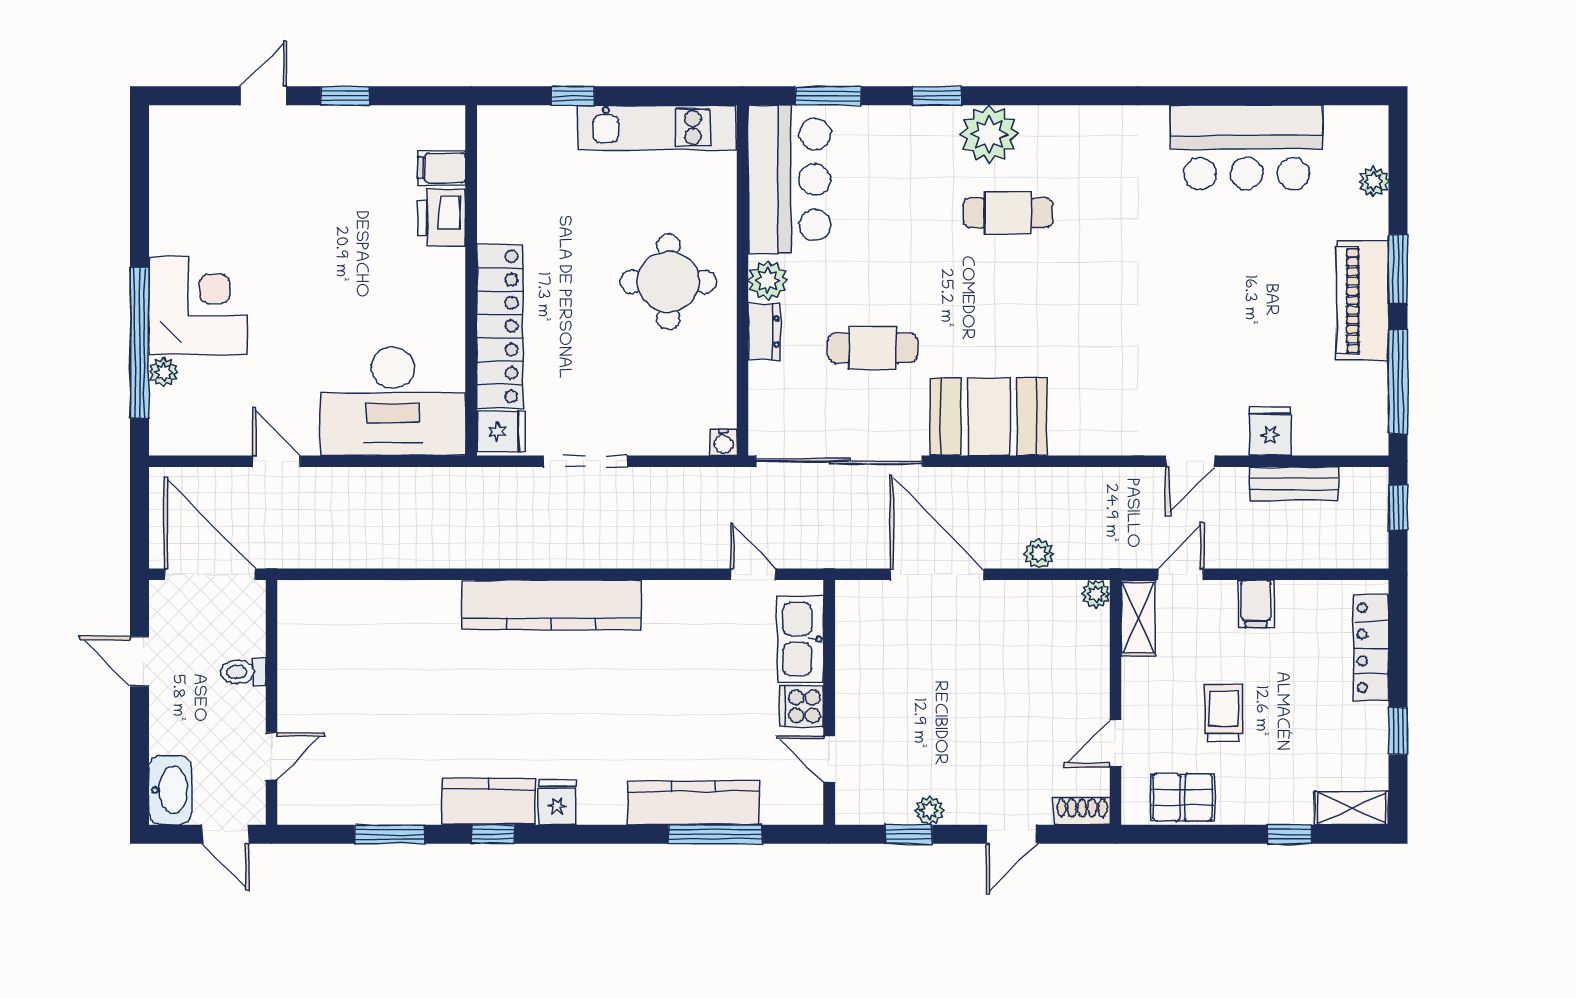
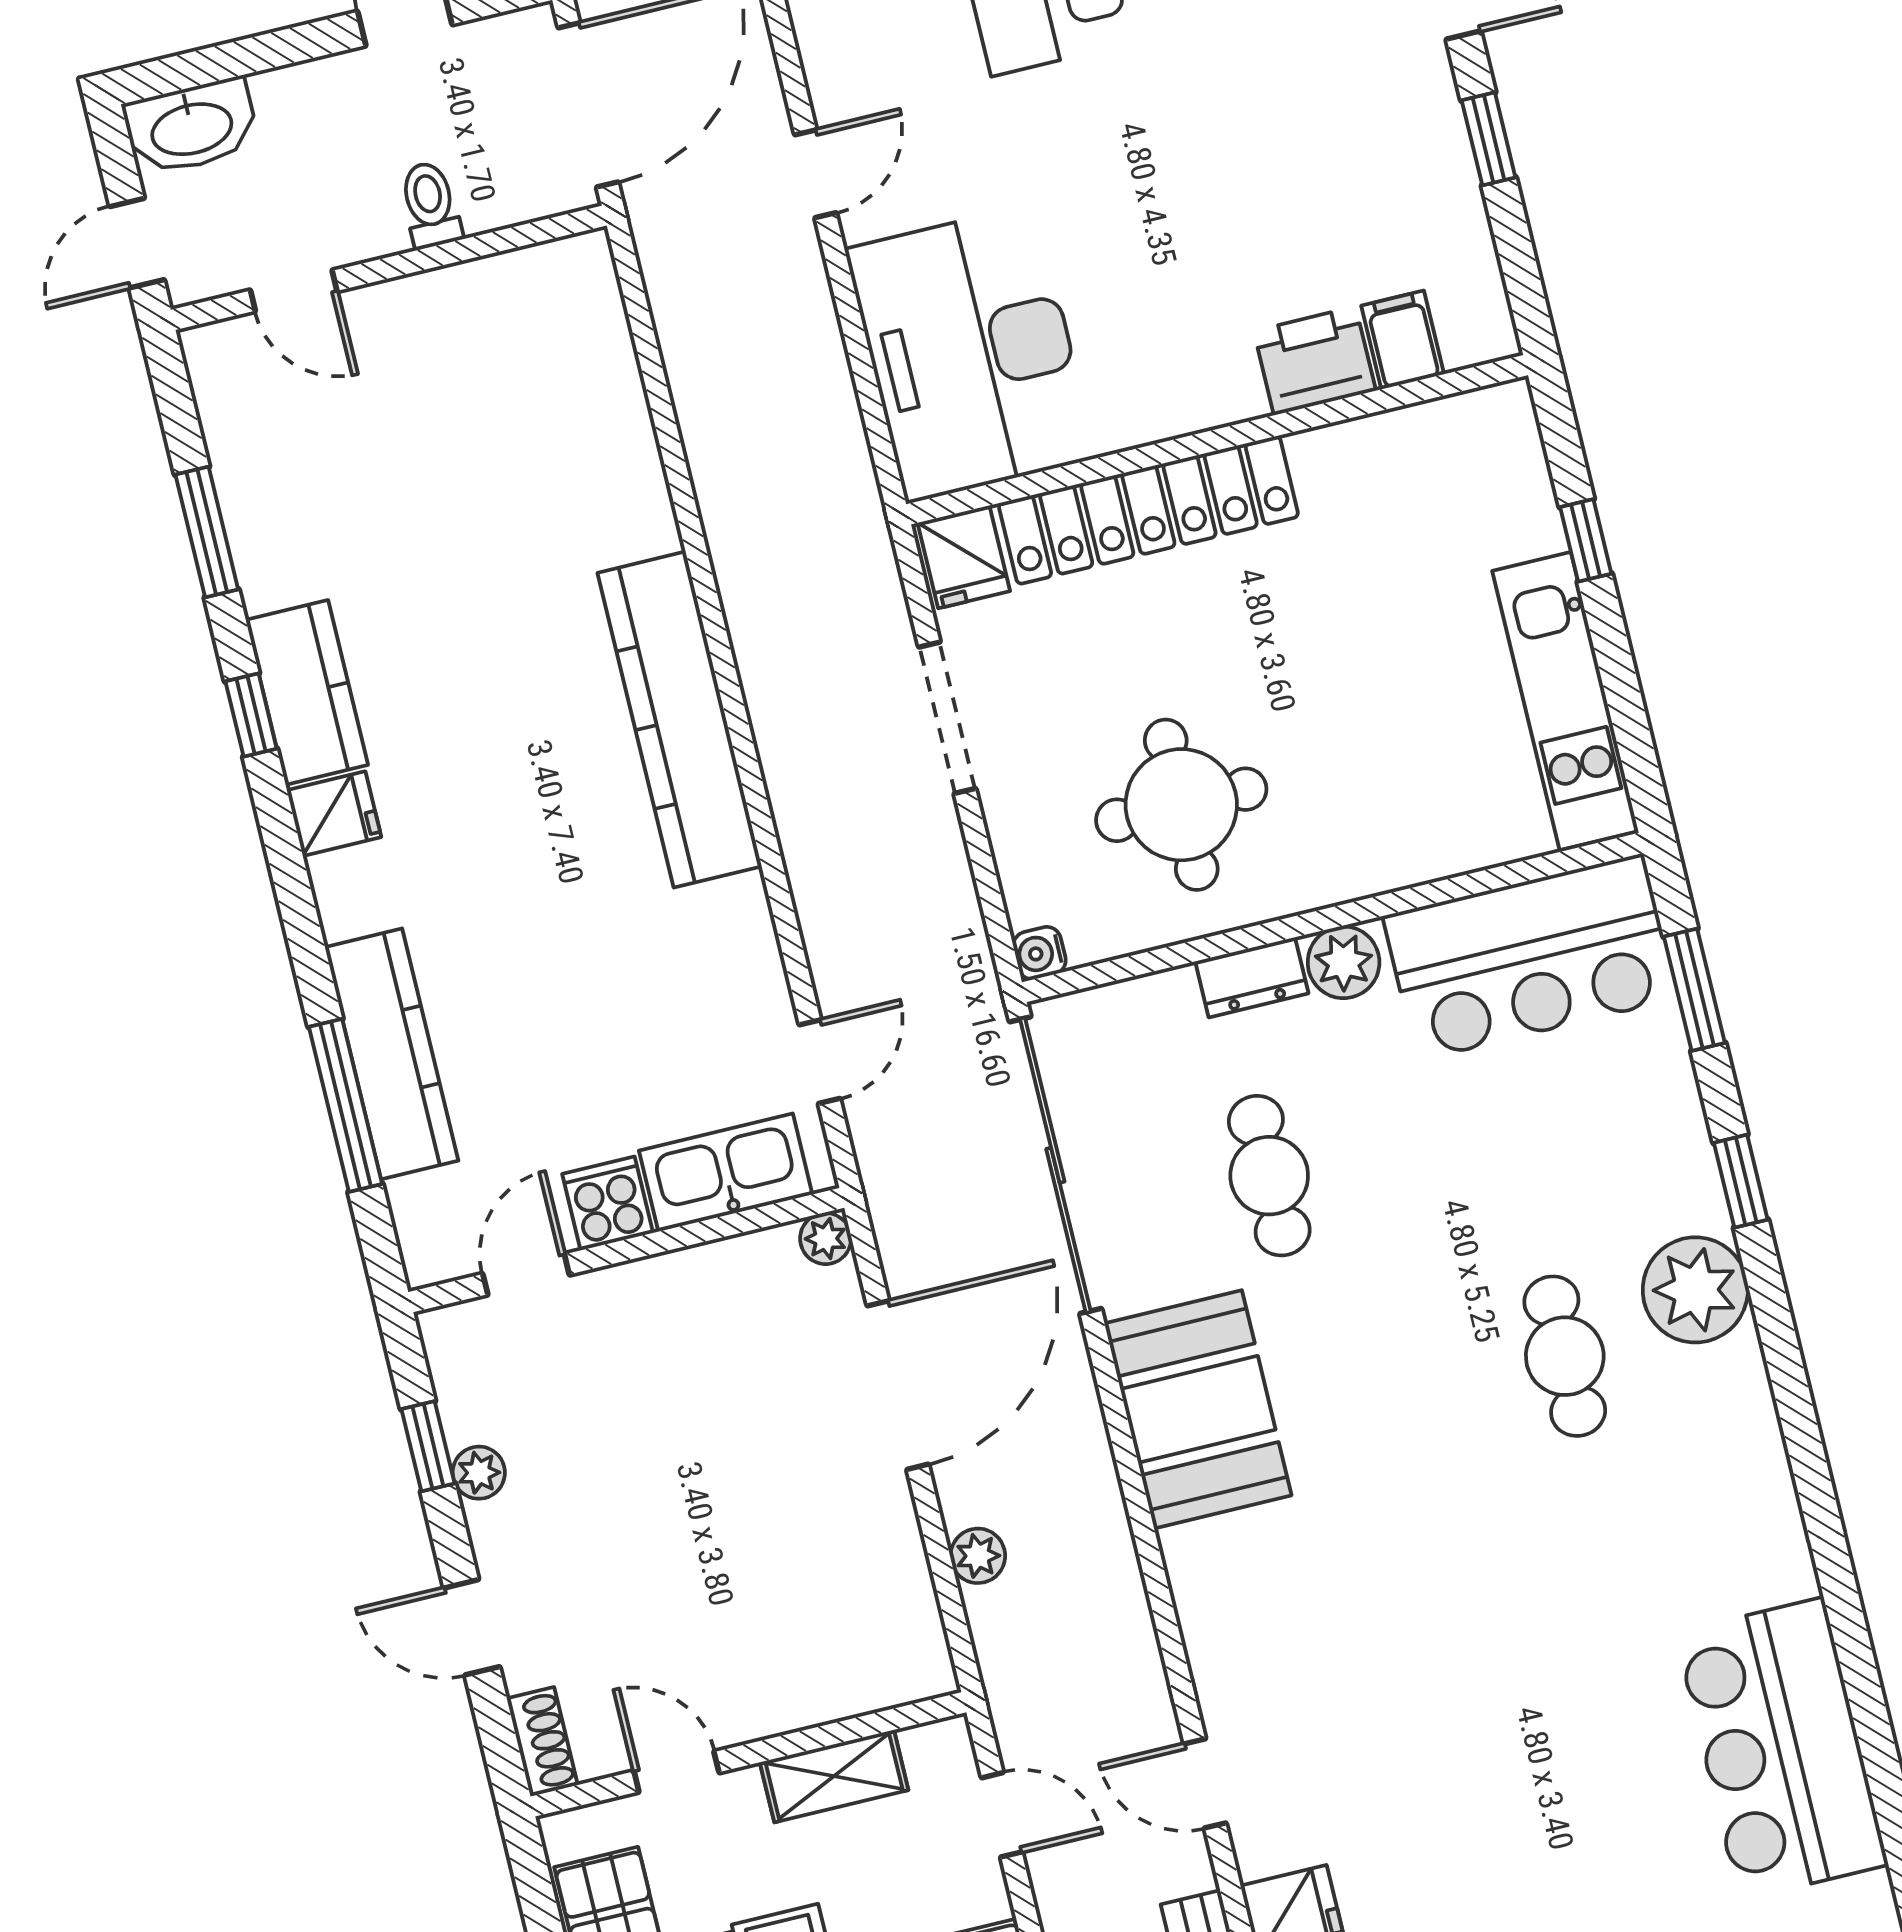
round table: (668, 282) -> (1181, 805), moved
plant: (1096, 594) -> (826, 1239), moved
shelving: (1138, 618) -> (834, 1776), moved

